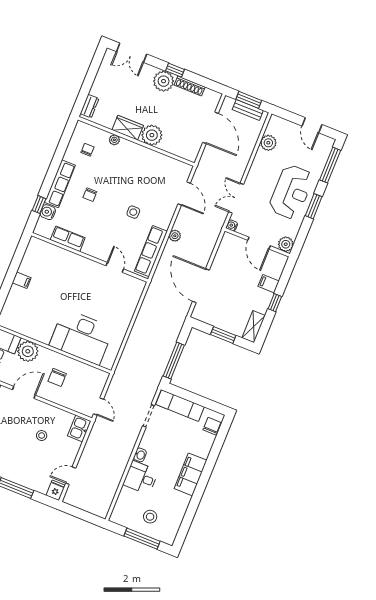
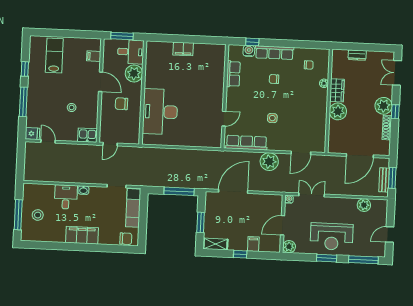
dresser: (90, 106) -> (357, 55), moved
plant: (175, 236) -> (269, 162), width x1.88, depth x1.88
filing cabinet: (22, 280) -> (183, 49), width x2.00
window: (174, 361) -> (179, 191), moved

